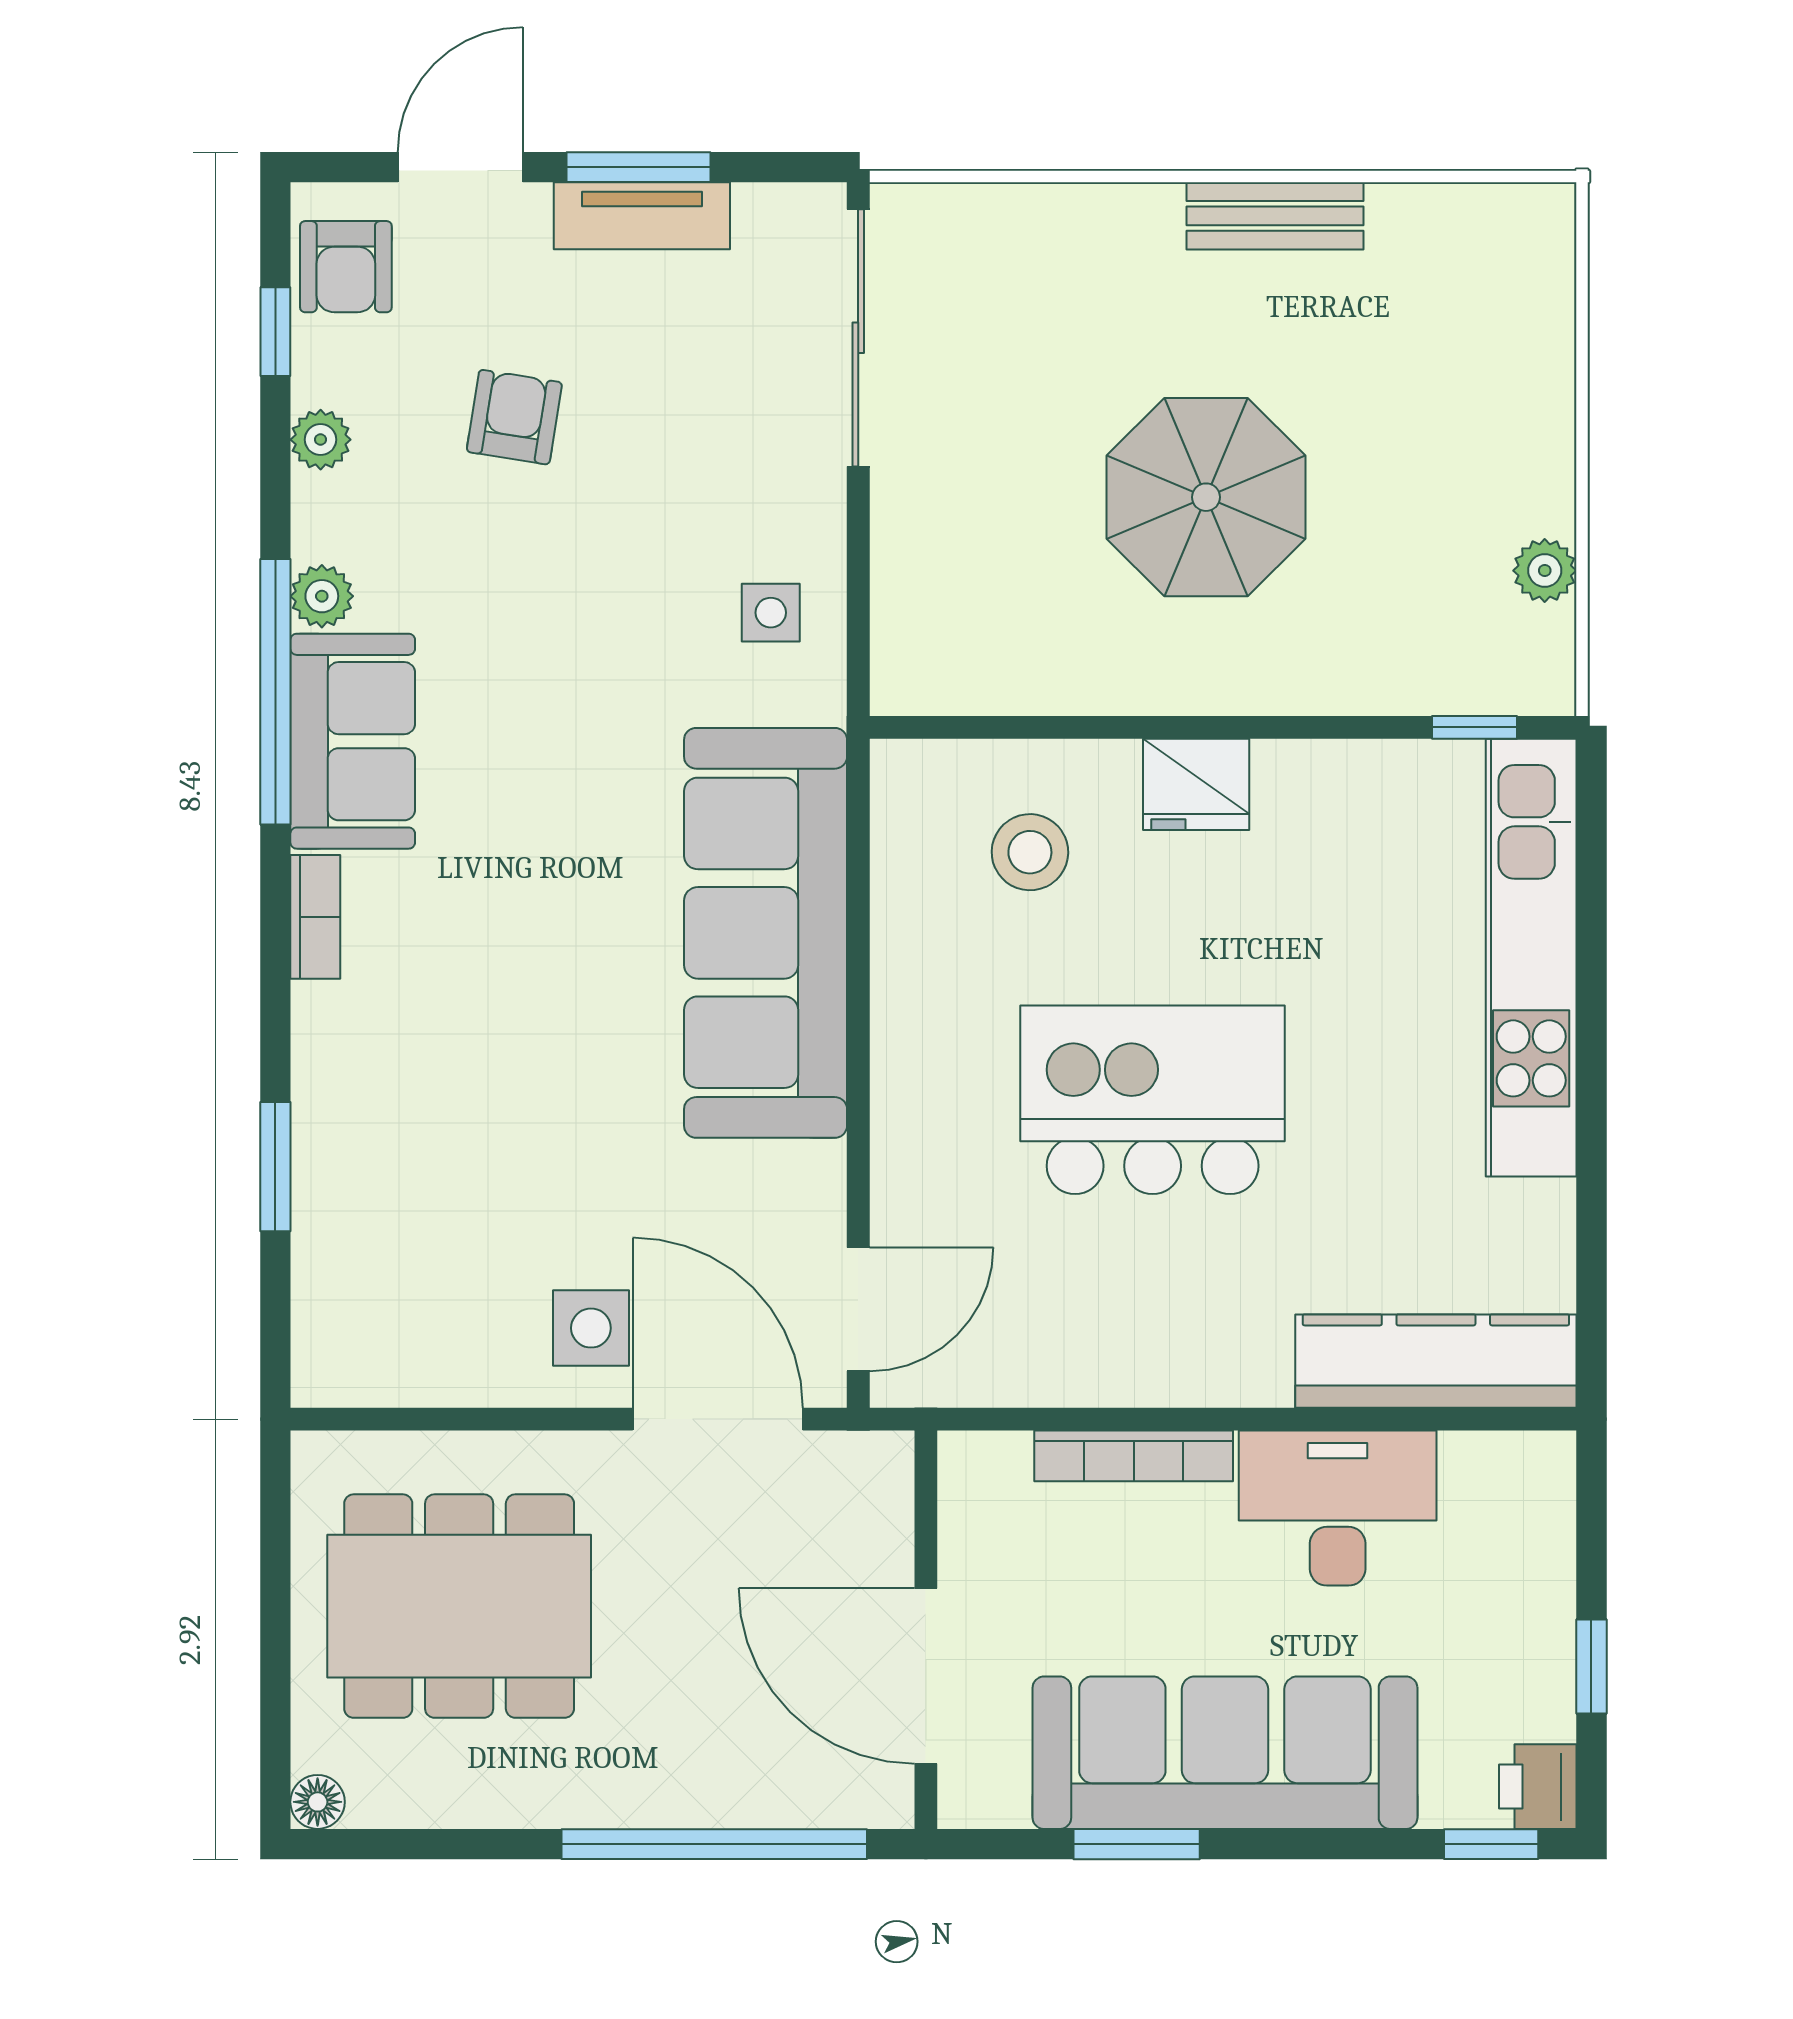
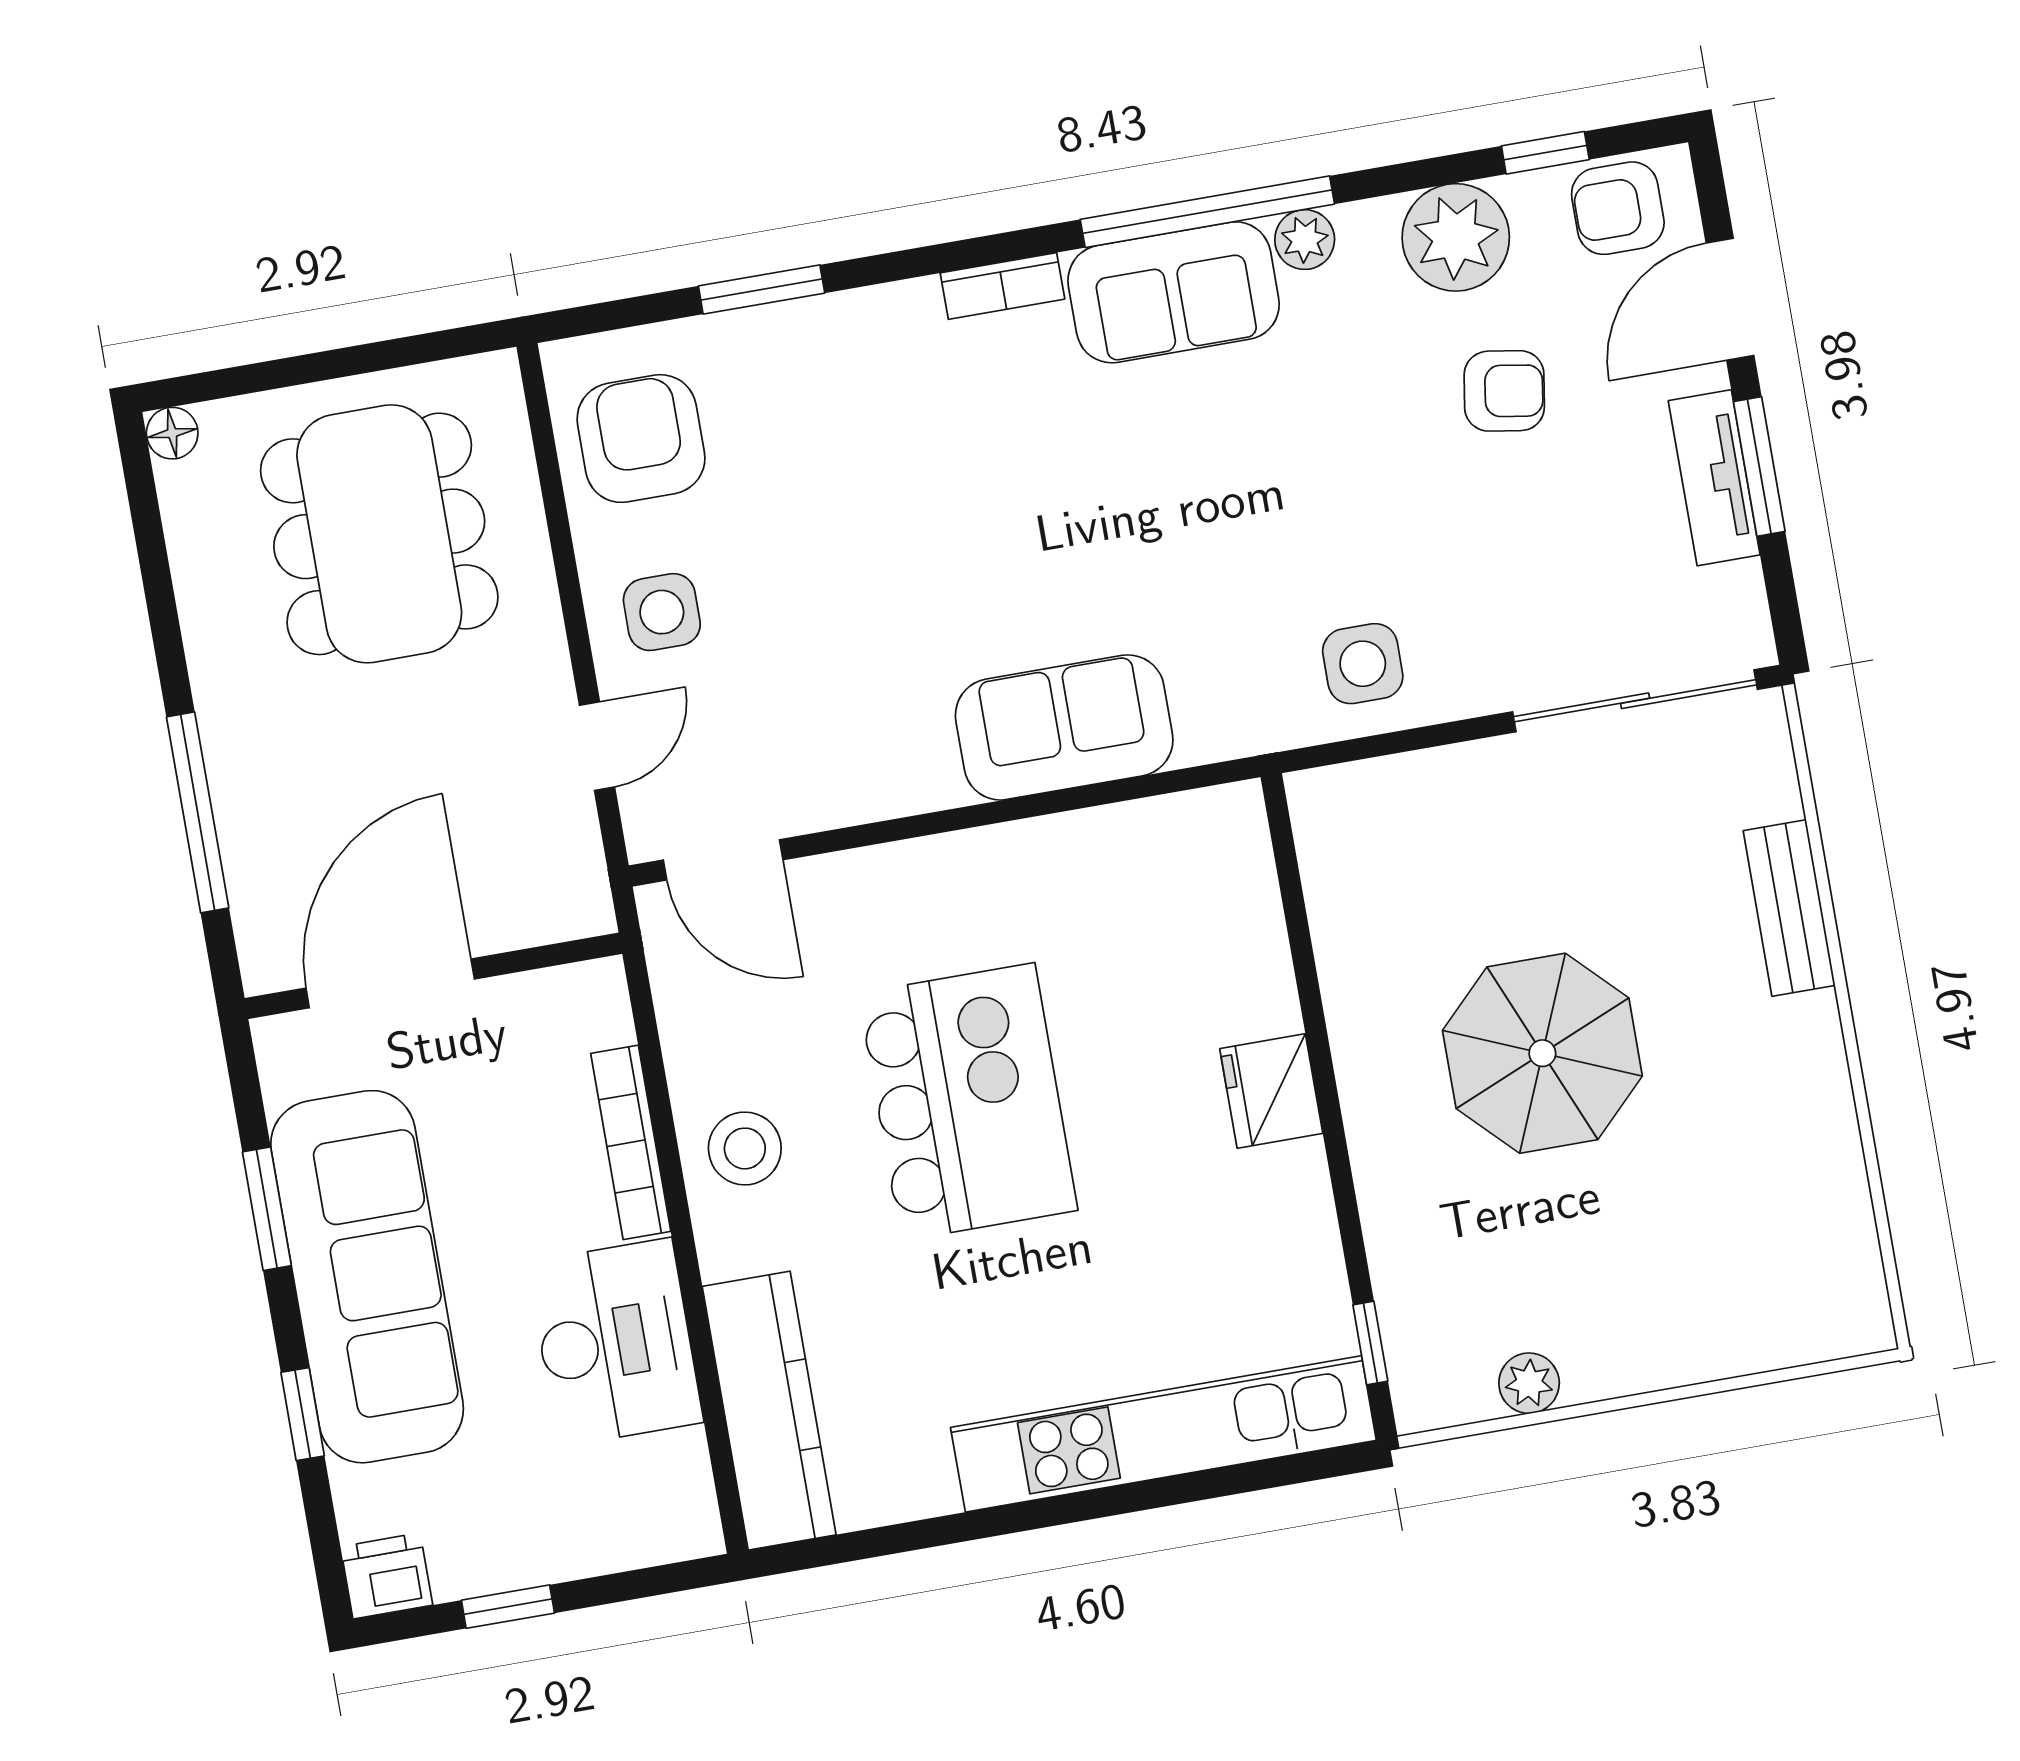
door: (460, 167) -> (1730, 299), swing flipped
bench: (1275, 216) -> (1789, 908), moved
plant: (321, 440) -> (1456, 237), width x1.87, depth x1.87
side table: (771, 613) -> (1363, 664), width x1.37, depth x1.37
stool: (1030, 852) -> (745, 1148), moved
sofa: (766, 933) -> (1064, 727), width x0.54, depth x0.79
armchair: (408, 1318) -> (641, 439), added
door: (718, 1419) -> (597, 746), width x0.53
window: (714, 1844) -> (198, 812), width x0.68
window: (1491, 1844) -> (303, 1414), moved

